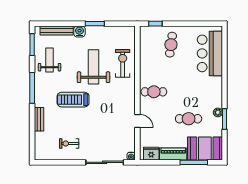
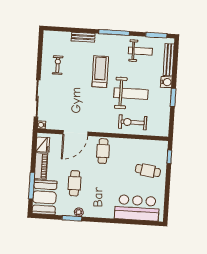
exercise bike: (123, 63) -> (133, 122), turned 180
door: (137, 121) -> (75, 133), width x1.88

